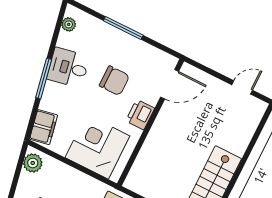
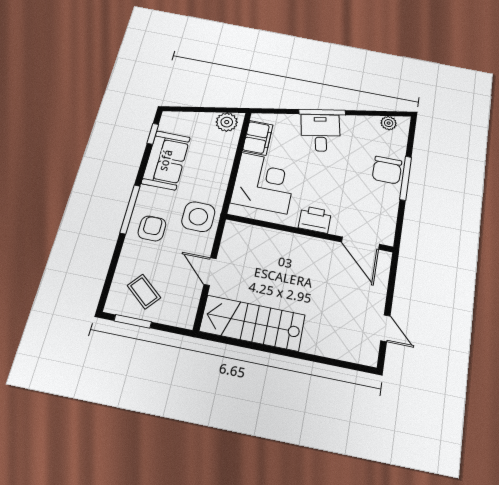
desk: (68, 68) -> (321, 133), moved
chair: (114, 81) -> (387, 170), moved
filing cabinet: (44, 127) -> (258, 138), moved, turned -79

